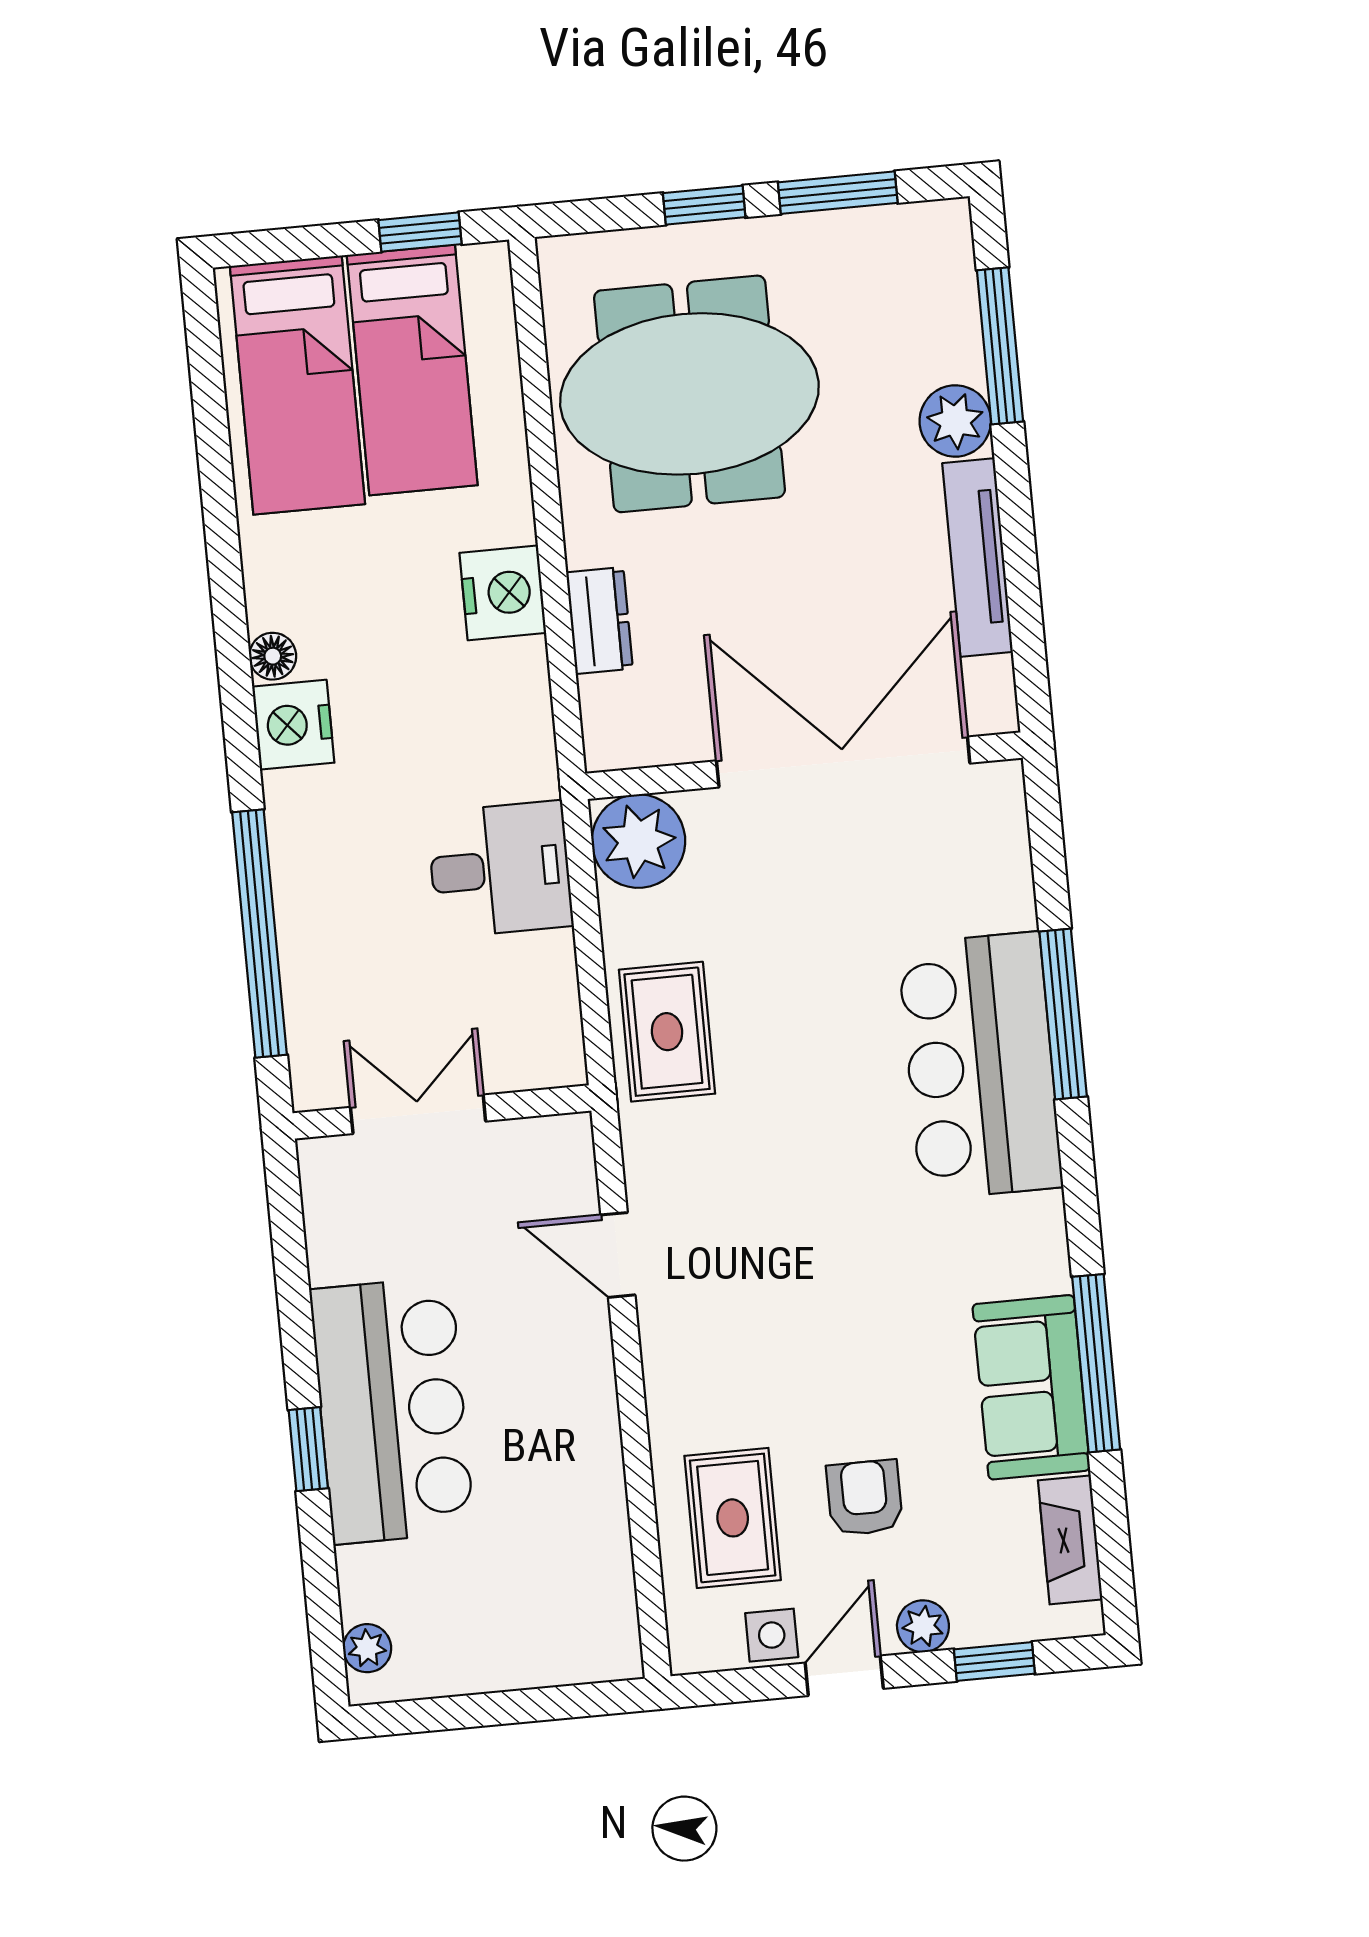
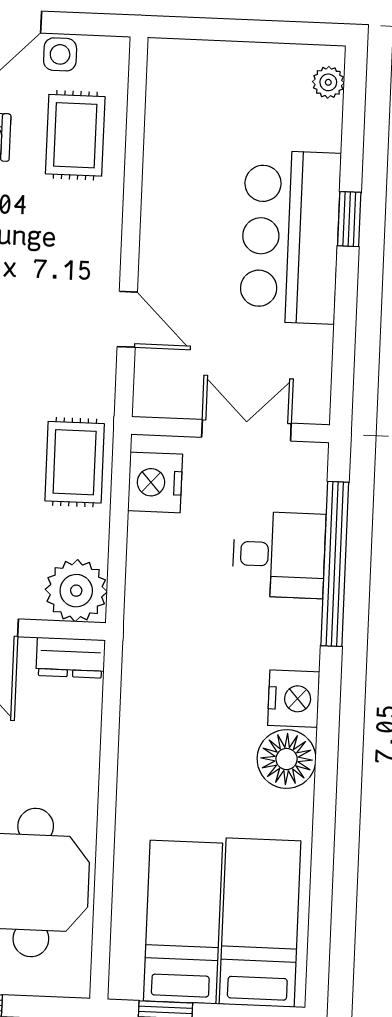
nightstand: (503, 593) -> (155, 482), moved
dresser: (599, 620) -> (71, 658), moved, turned -90
floor lamp: (273, 656) -> (287, 759), width x1.89, depth x1.89
desk: (500, 869) -> (279, 555), moved, turned 180
double door: (418, 1114) -> (246, 430), swing flipped

